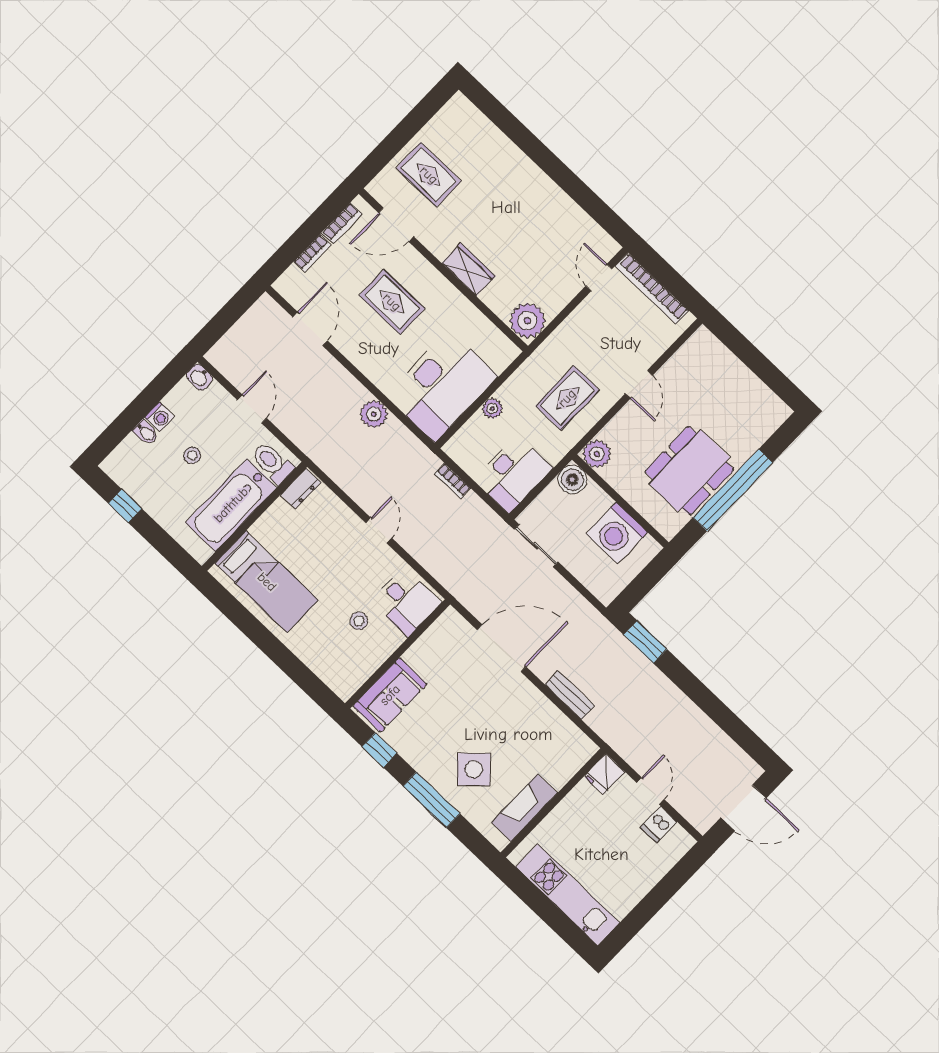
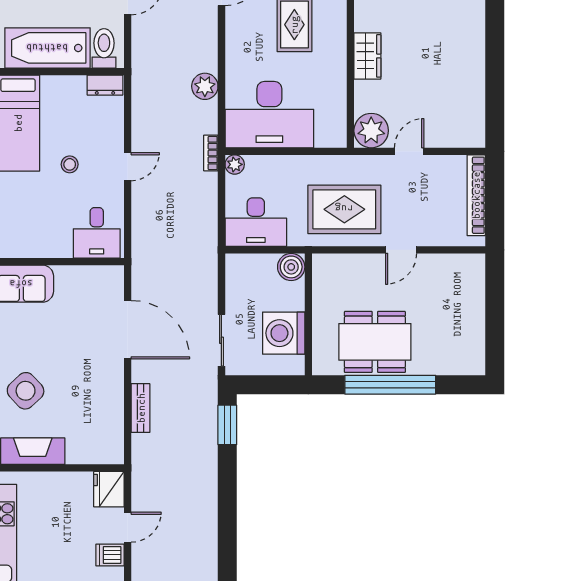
door: (599, 277) -> (409, 151), moved
rug: (567, 398) -> (344, 209), width x1.36, depth x1.43
plant: (492, 409) -> (235, 164), moved
plant: (597, 454) -> (325, 267), removed
bookcase: (453, 481) -> (211, 153), moved
sliding door: (536, 546) -> (221, 340), moved
stool: (359, 621) -> (70, 164), moved
fridge: (604, 774) -> (109, 489), width x1.38

